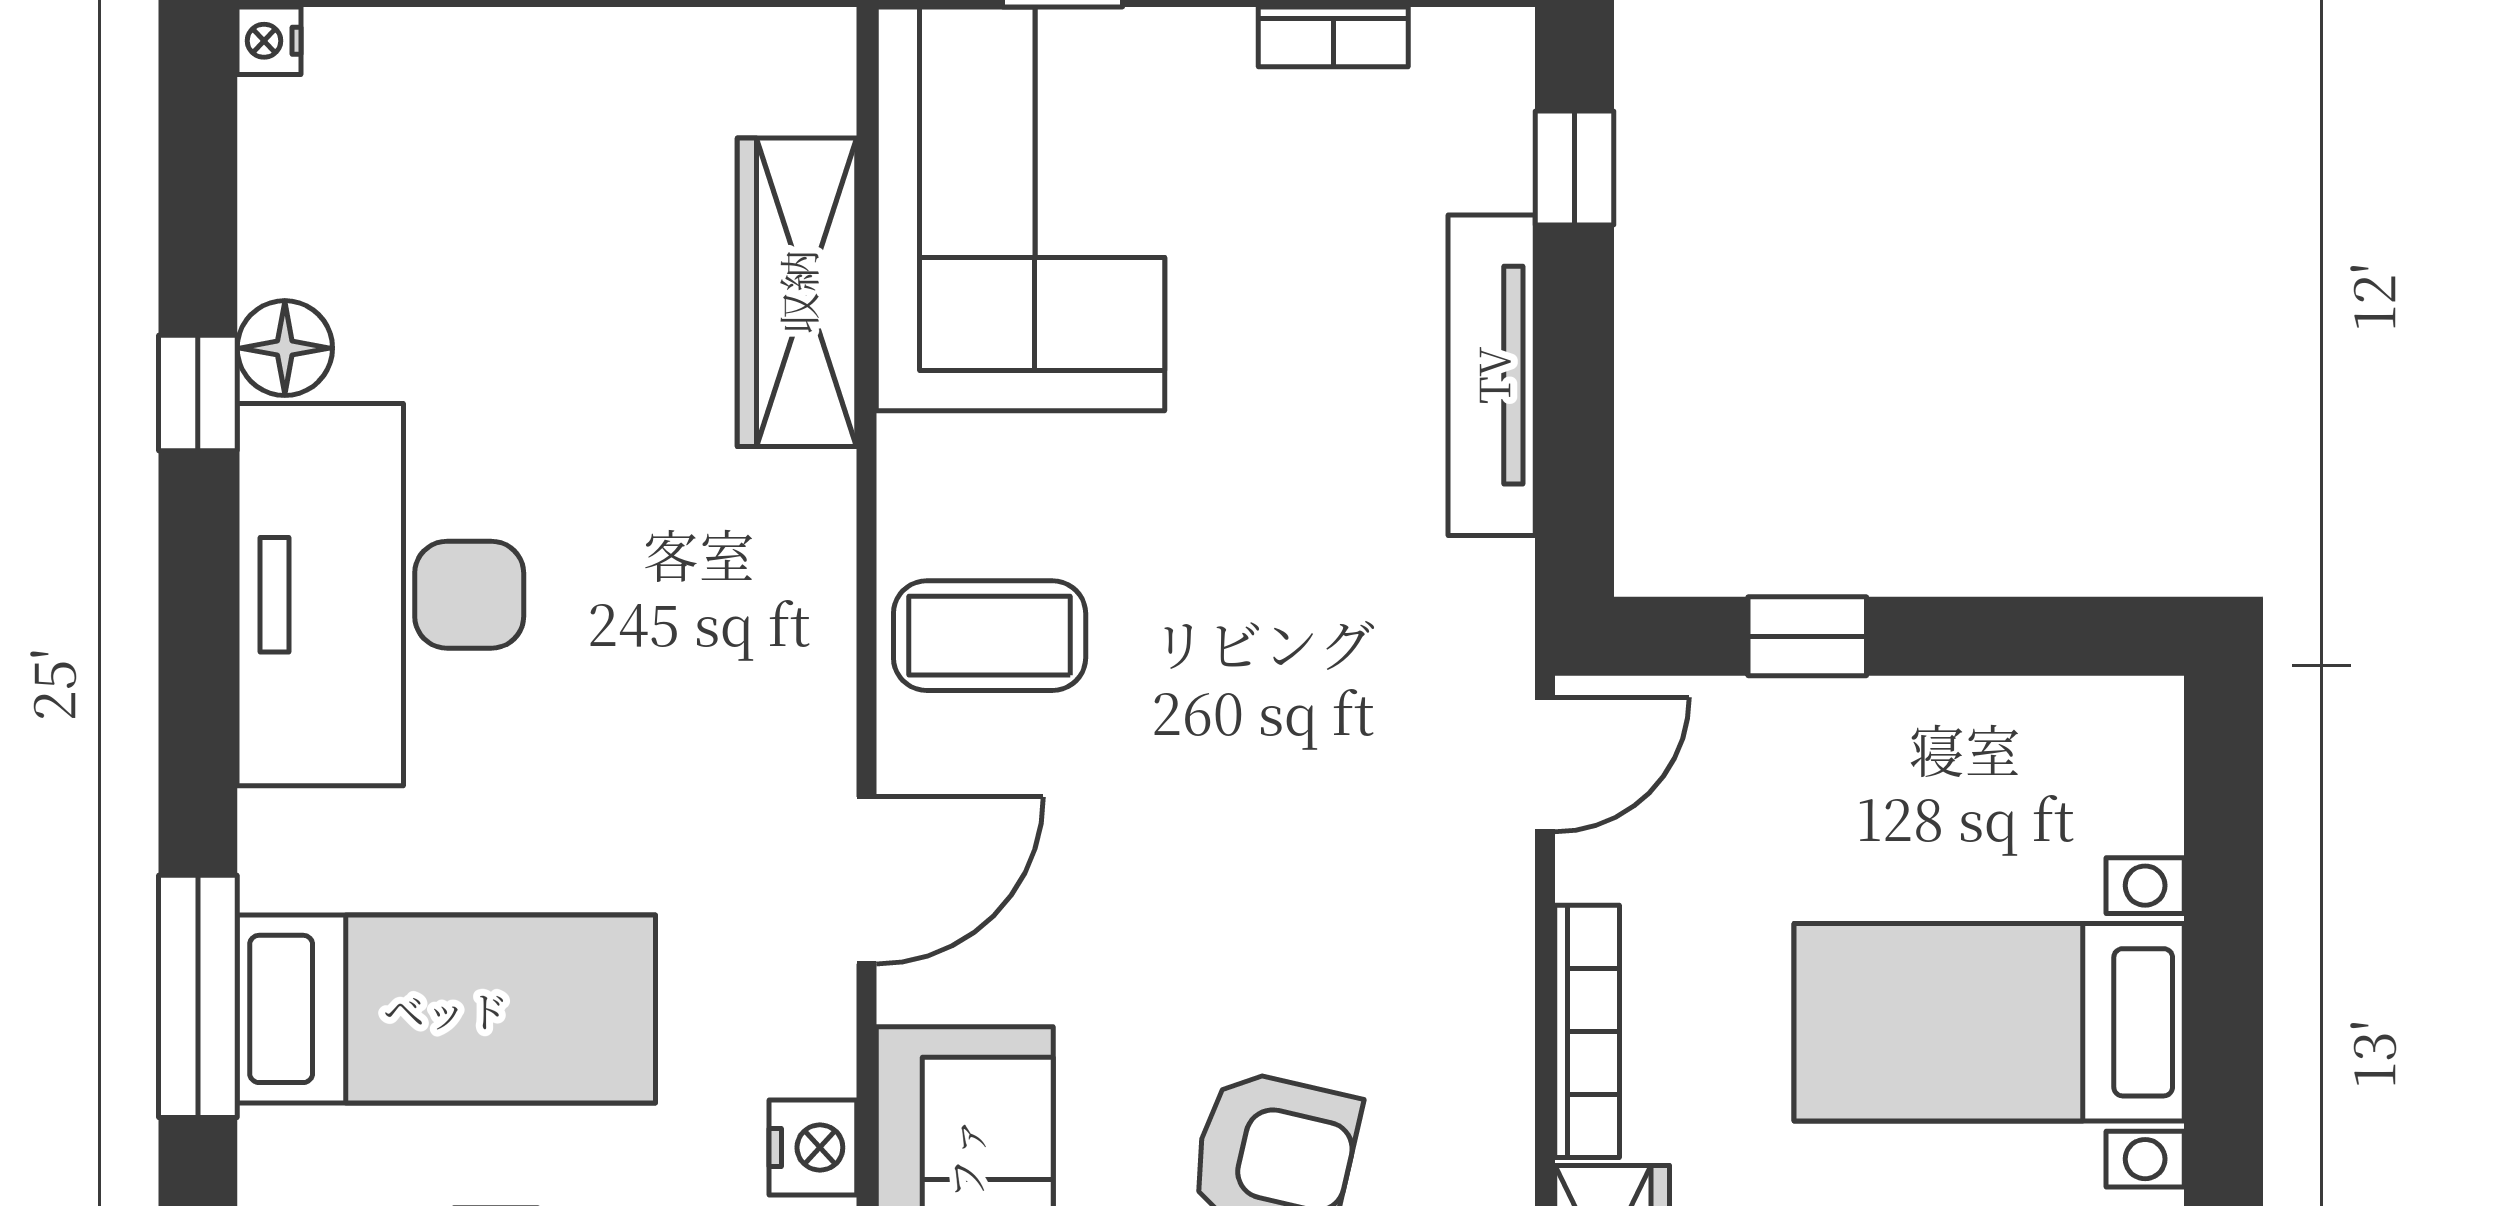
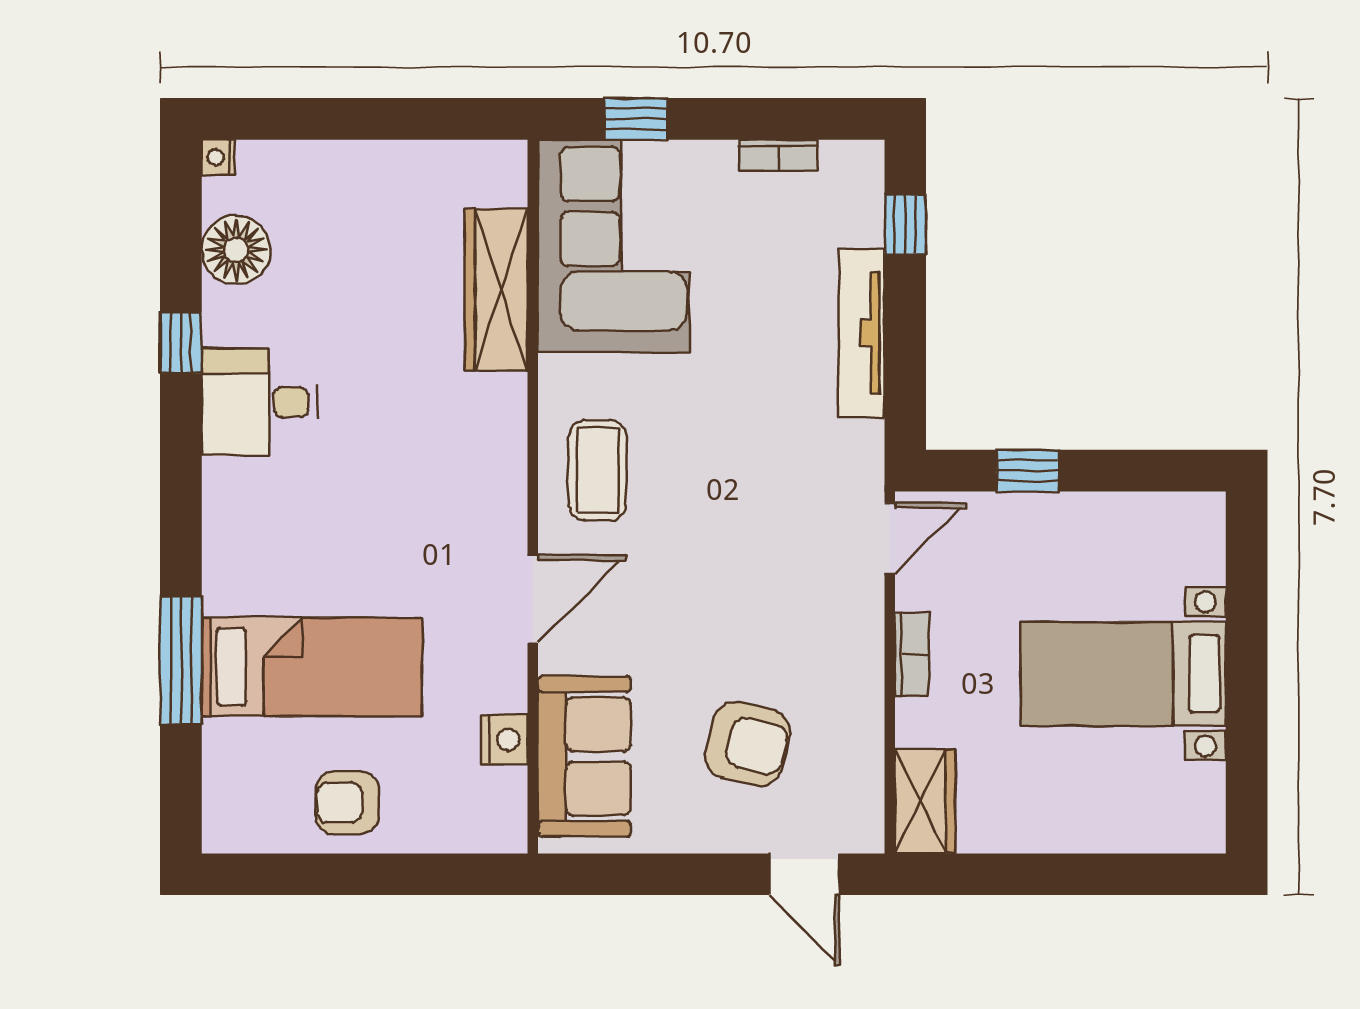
floor lamp: (285, 348) -> (236, 250), moved, width x1.38, depth x1.38
desk: (380, 595) -> (260, 402), width x0.53, depth x0.77
coffee table: (990, 636) -> (597, 470), turned 90
bookcase: (1587, 1031) -> (912, 655), width x0.64

